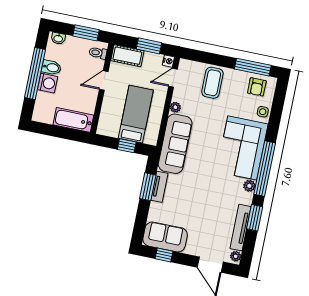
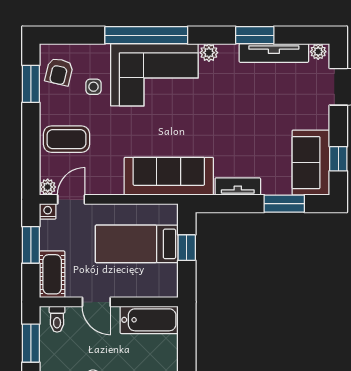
window: (253, 67) -> (31, 84), width x0.69
door: (173, 78) -> (71, 199), swing flipped
armchair: (257, 87) -> (59, 72), turned 103
plant: (175, 107) -> (48, 187), moved
side table: (263, 112) -> (93, 87), moved
bathtub: (73, 120) -> (149, 320), moved, turned -90
window: (265, 169) -> (146, 35), moved
window: (148, 187) -> (284, 204), moved

